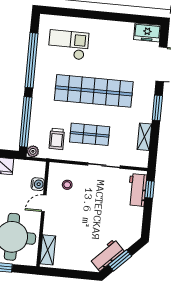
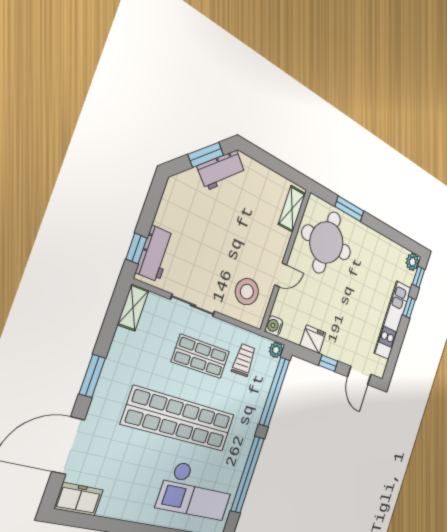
checkout: (68, 45) -> (197, 491), width x1.36, depth x1.21
shelving: (144, 137) -> (133, 308), moved
water cooler: (38, 184) -> (274, 326), moved
stool: (67, 185) -> (247, 292), width x1.89, depth x1.89

